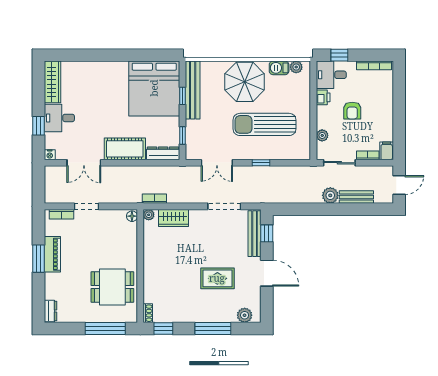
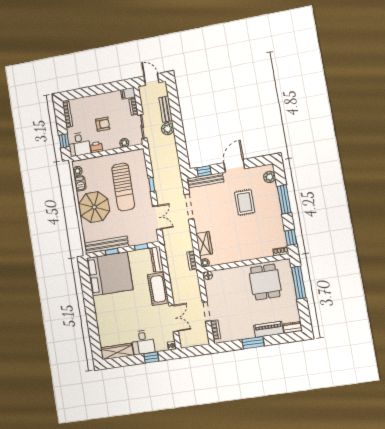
piano: (52, 254) -> (269, 329), moved

